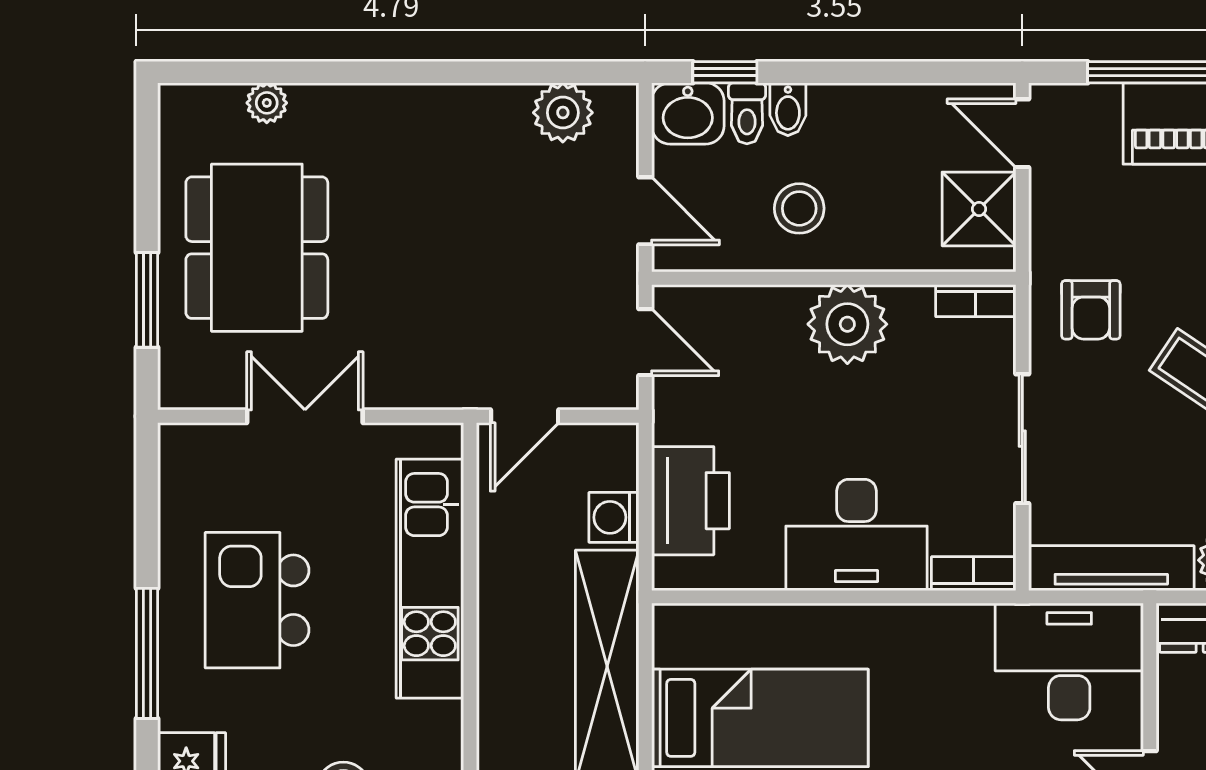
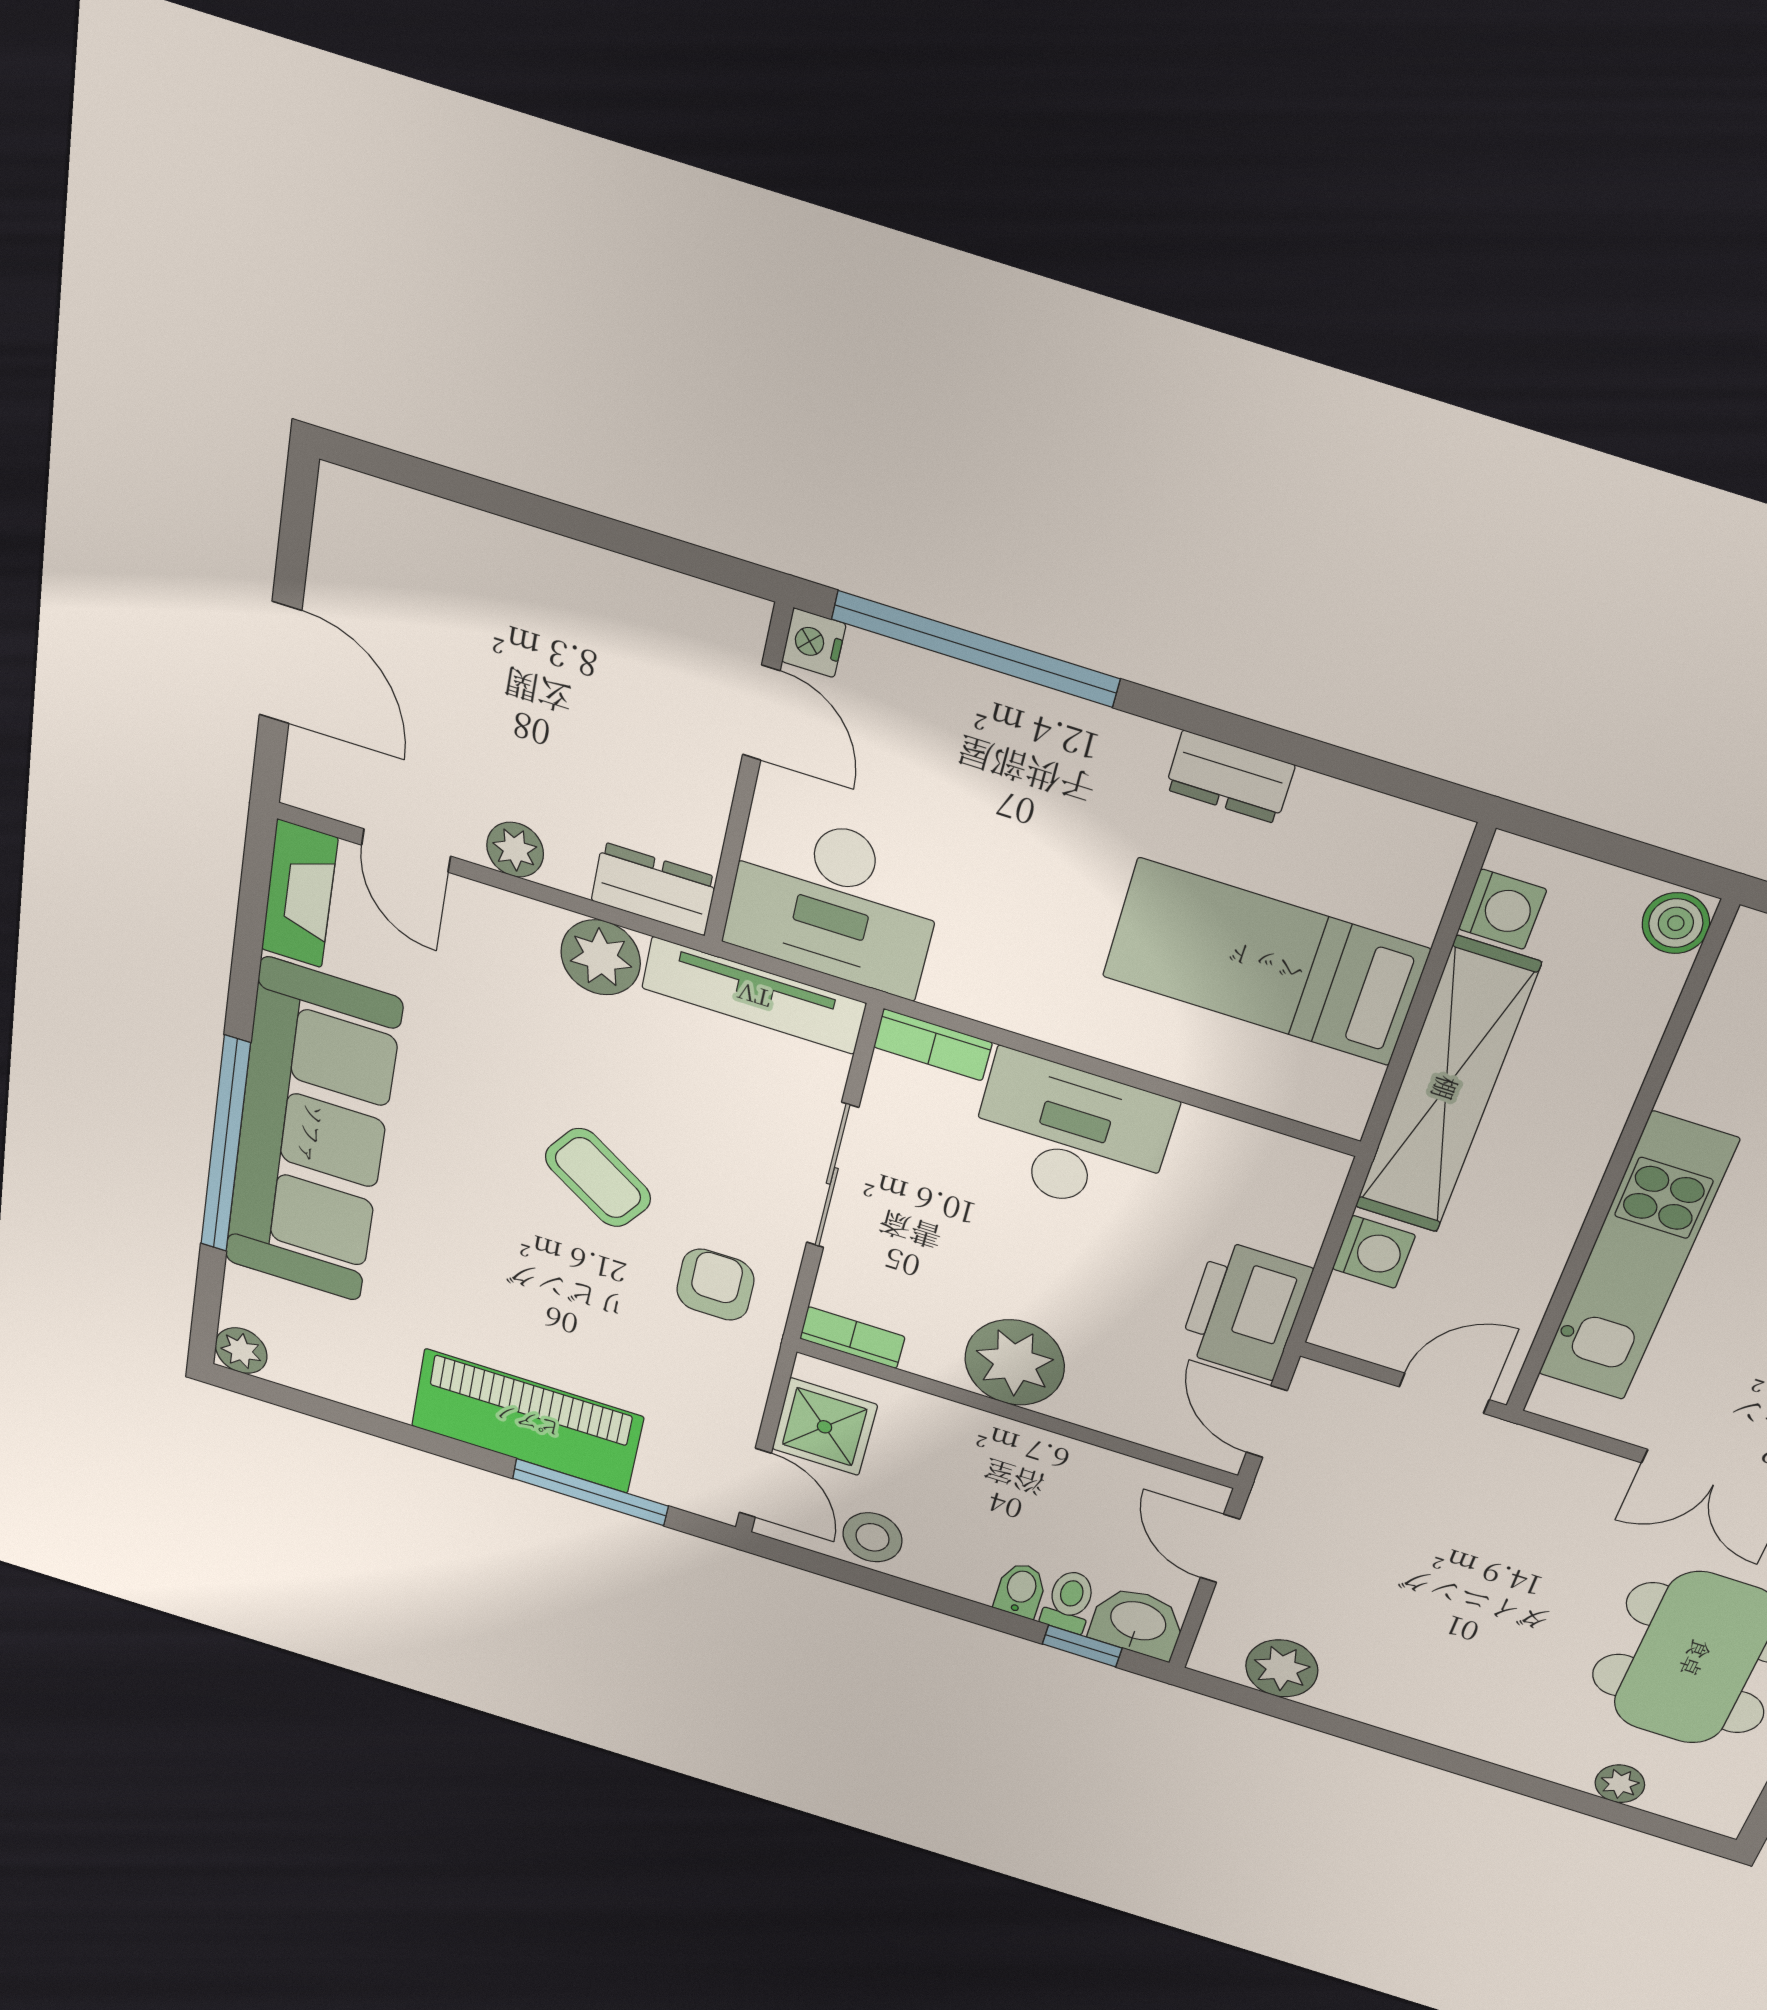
stool: (799, 208) -> (872, 1537), moved
printer: (690, 501) -> (1245, 1310), moved

